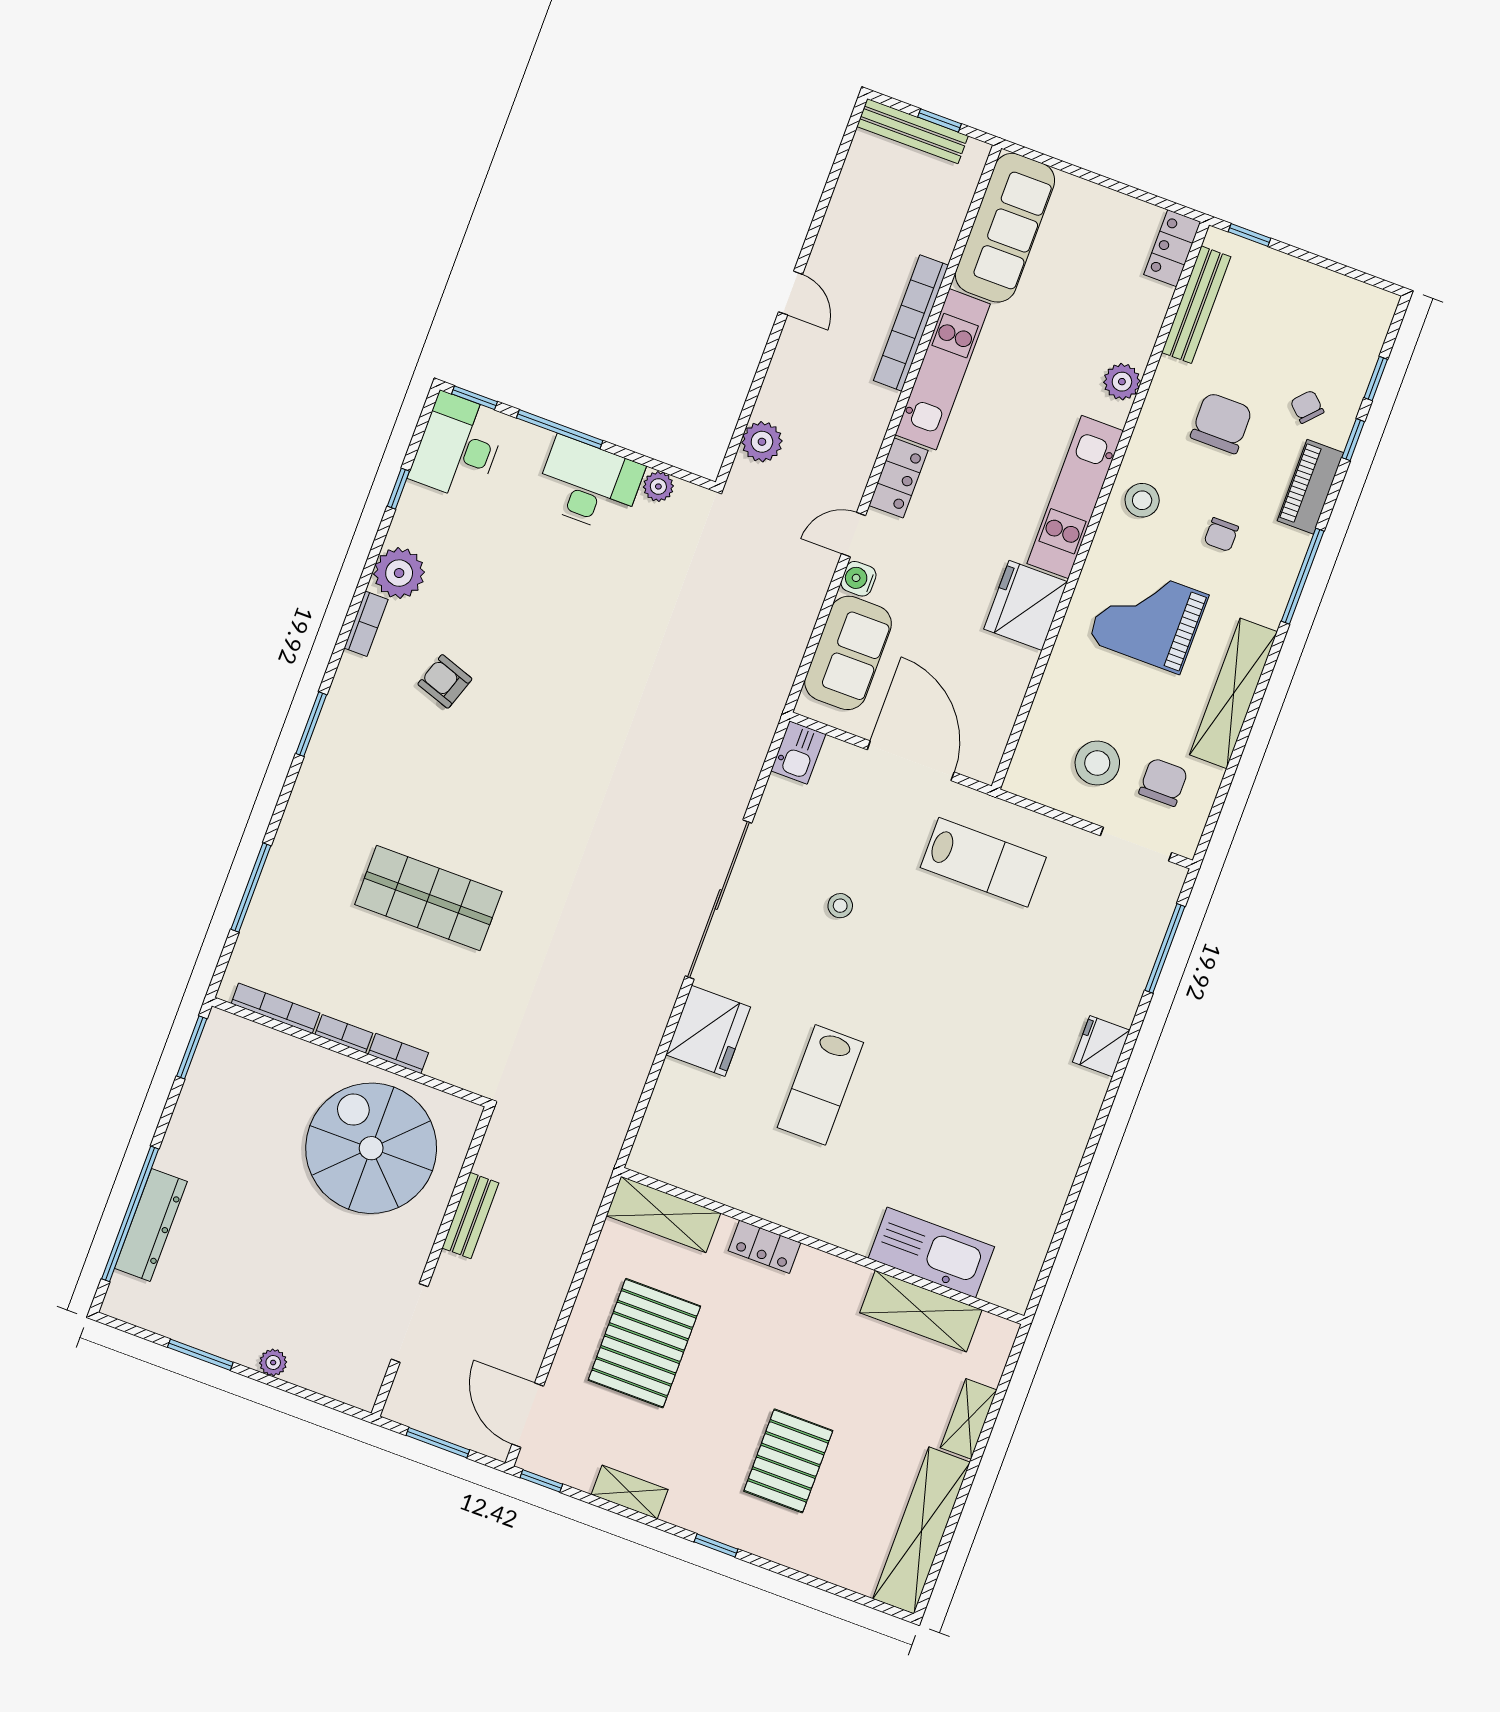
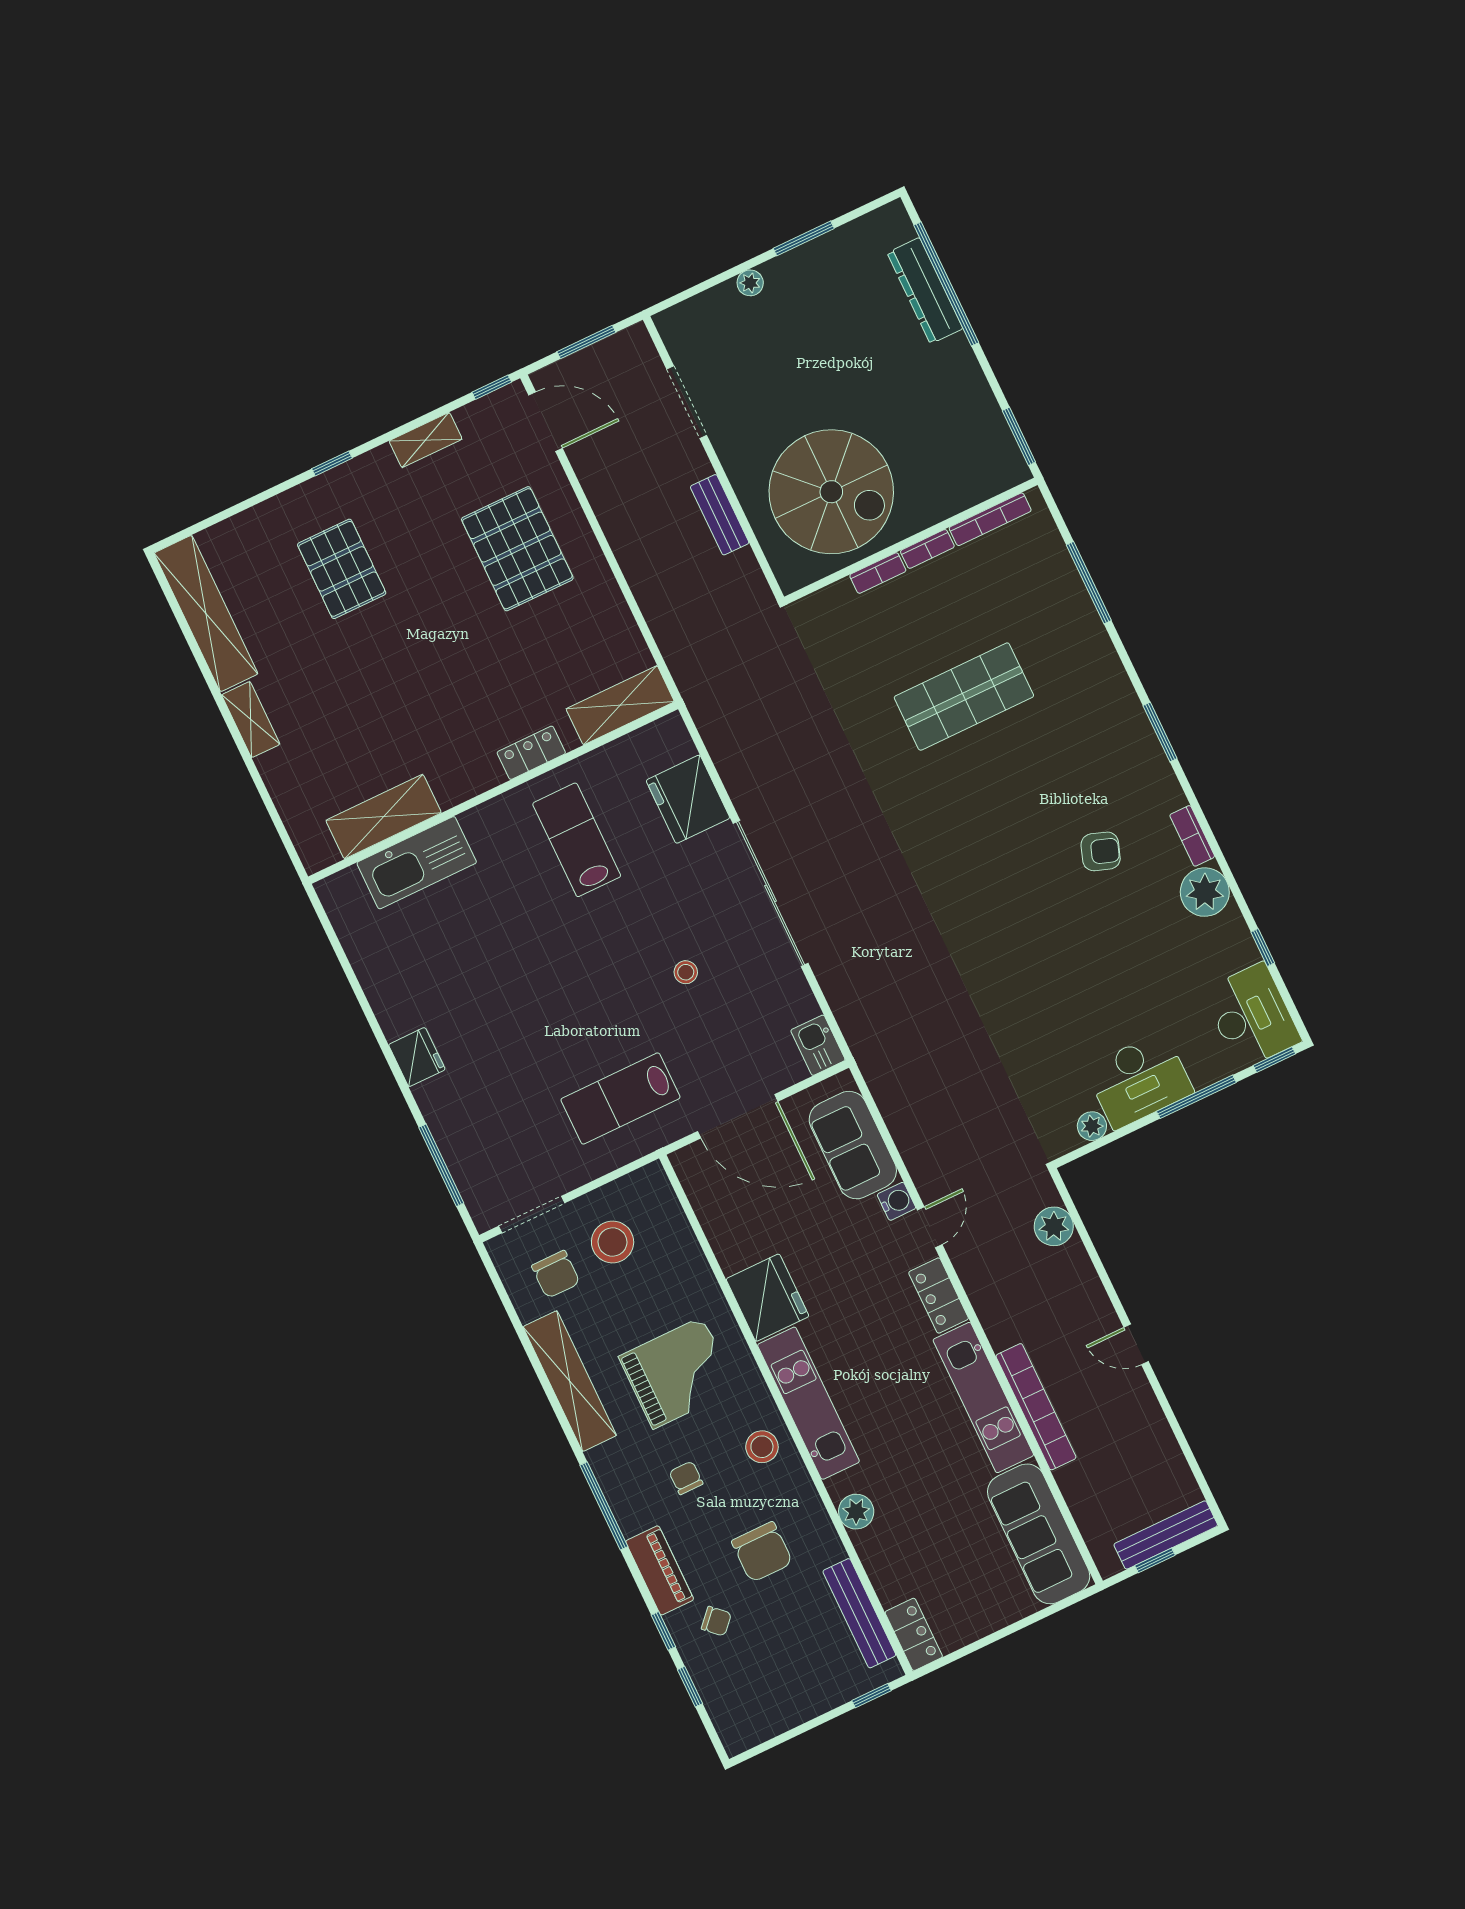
shelving: (663, 1214) -> (620, 705), moved
wall: (823, 1246) -> (493, 793), moved
locker: (764, 1247) -> (531, 753), moved
kitchen sink: (931, 1252) -> (417, 863), moved
shelving: (921, 1311) -> (384, 817), moved

